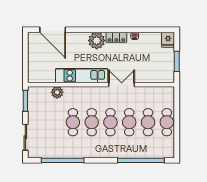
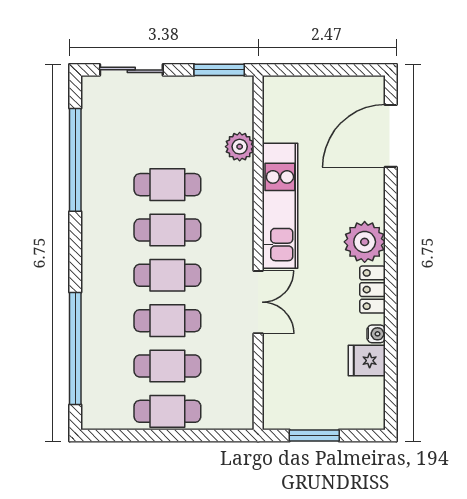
fridge: (168, 40) -> (367, 361), moved

